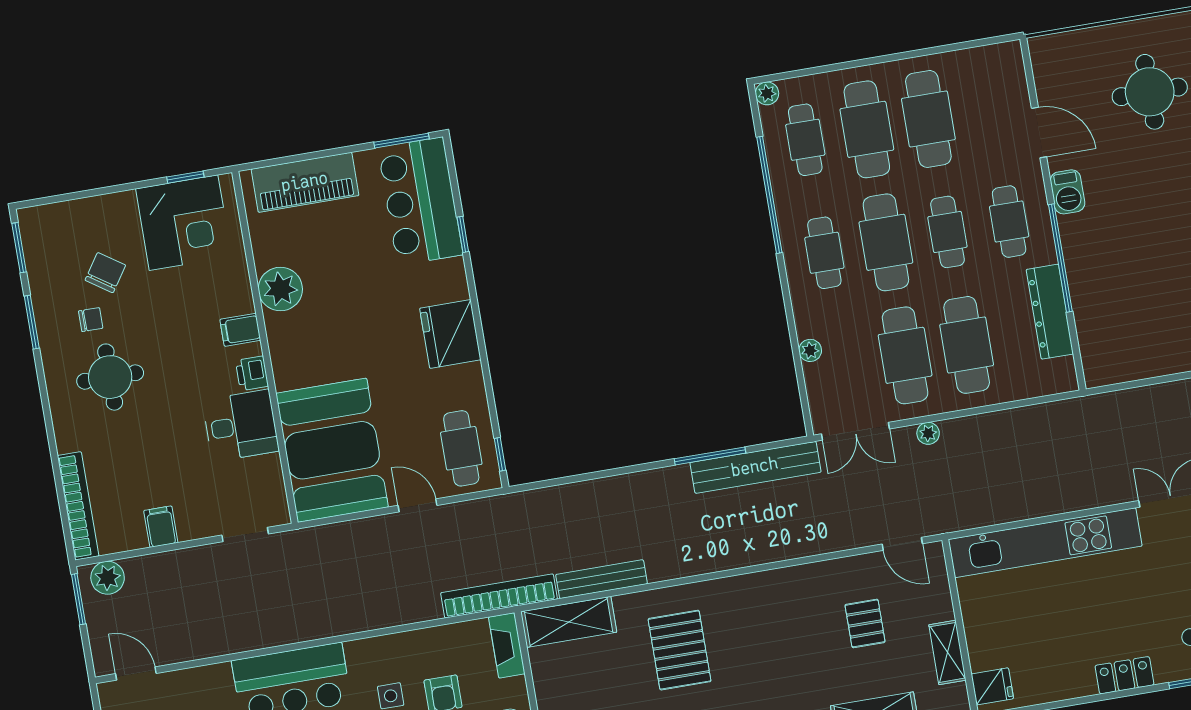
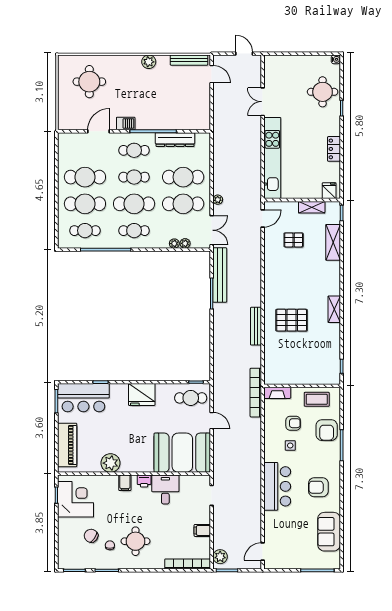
plant: (767, 93) -> (185, 243), moved
door: (417, 505) -> (212, 421), swing flipped
bench: (602, 579) -> (256, 326), moved
shelving: (569, 622) -> (272, 365), removed
locker: (1124, 675) -> (334, 149), moved

